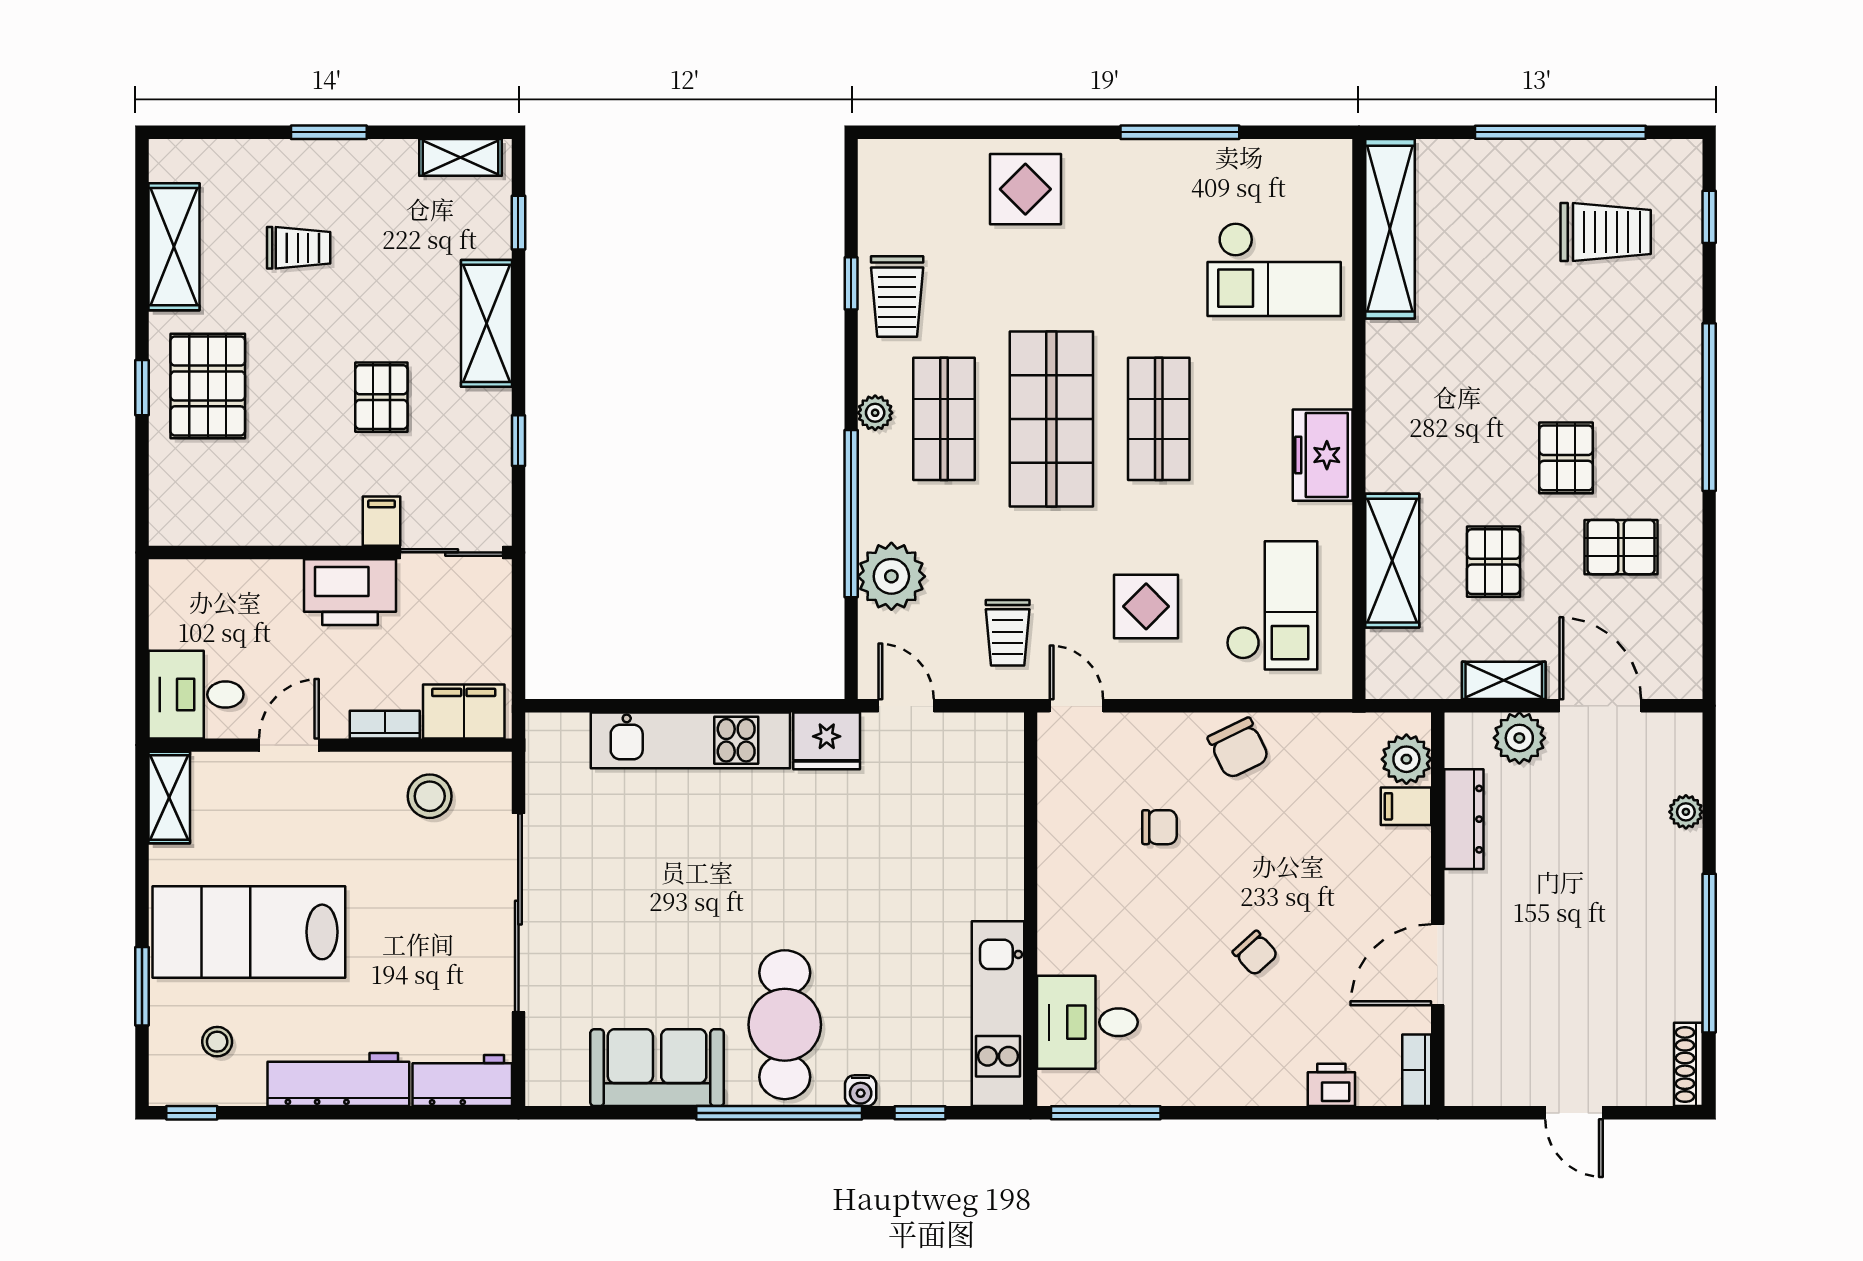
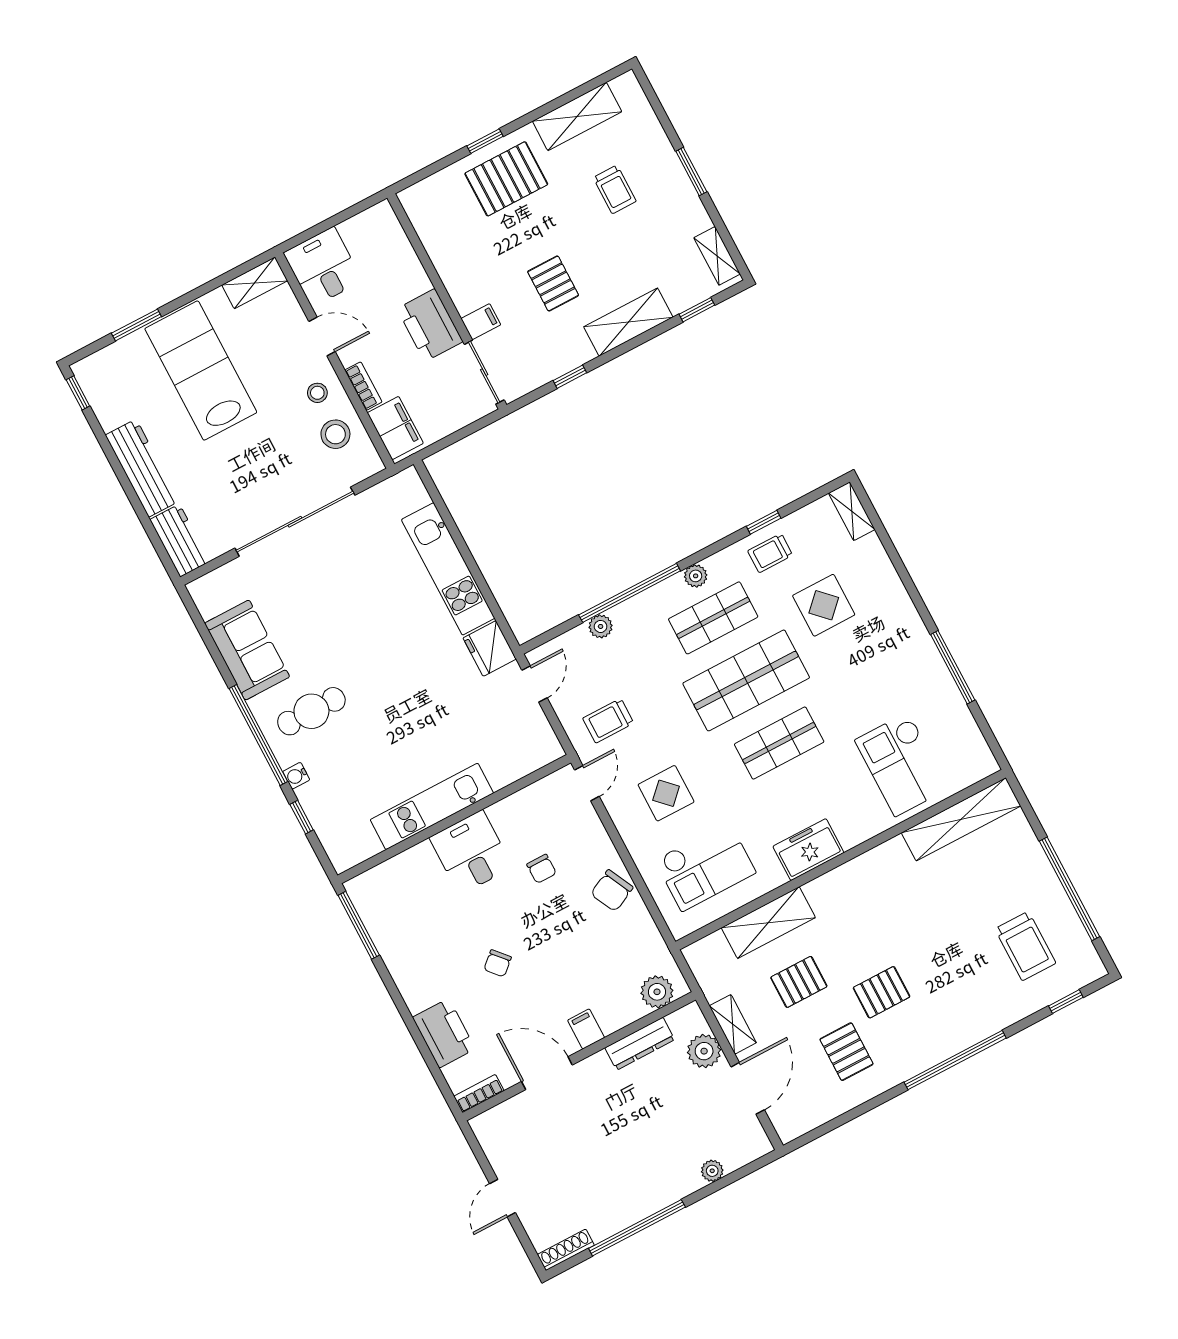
shelving: (899, 157) -> (852, 511), added
display table: (1025, 189) -> (824, 605), moved
trolley: (897, 296) -> (770, 553), width x0.73, depth x0.72
pallet: (381, 397) -> (553, 283), turned 90
plant: (891, 576) -> (601, 626), width x0.53, depth x0.53
filing cabinet: (1406, 806) -> (586, 1029), moved
kitchen unit: (998, 1014) -> (432, 806), moved
desk: (1087, 1022) -> (471, 852), moved
cafe table: (785, 1025) -> (311, 711), width x0.73, depth x0.74
stool: (217, 1042) -> (317, 393), moved
printer: (1331, 1085) -> (444, 1033), width x1.87, depth x1.48

